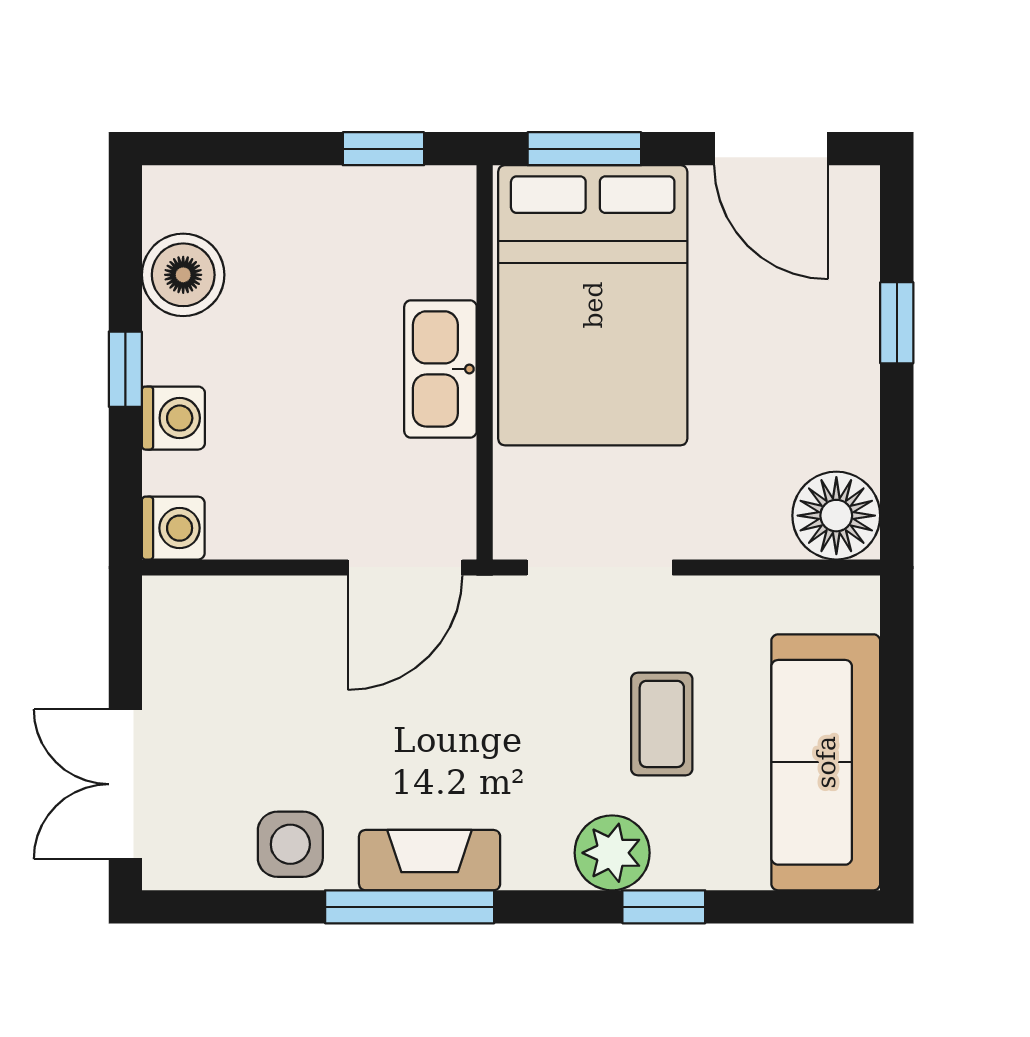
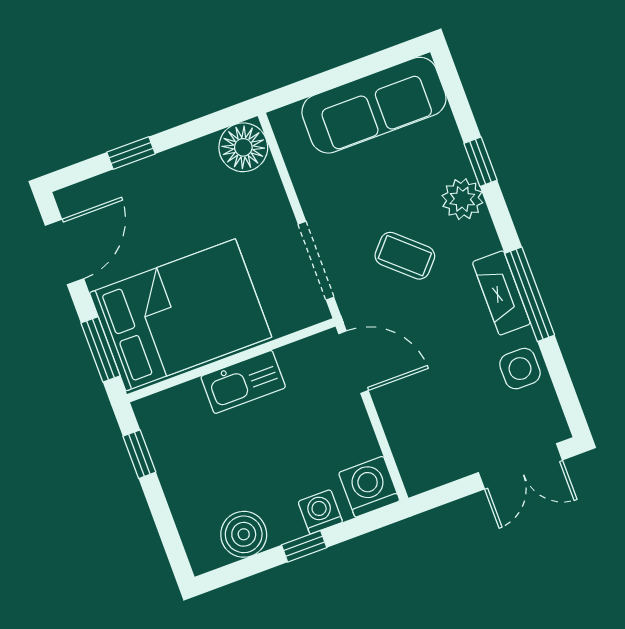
washing machine: (173, 528) -> (369, 487), width x1.38, depth x1.38
coffee table: (662, 724) -> (405, 256), moved, turned 42

